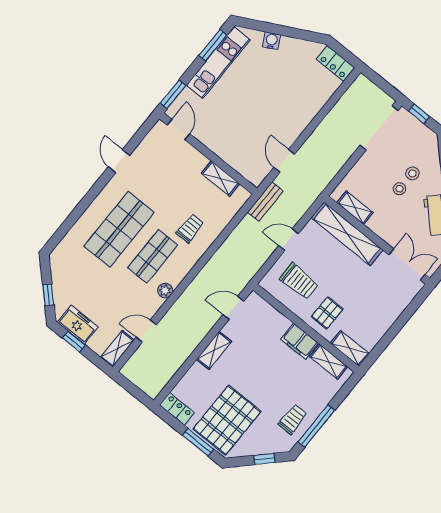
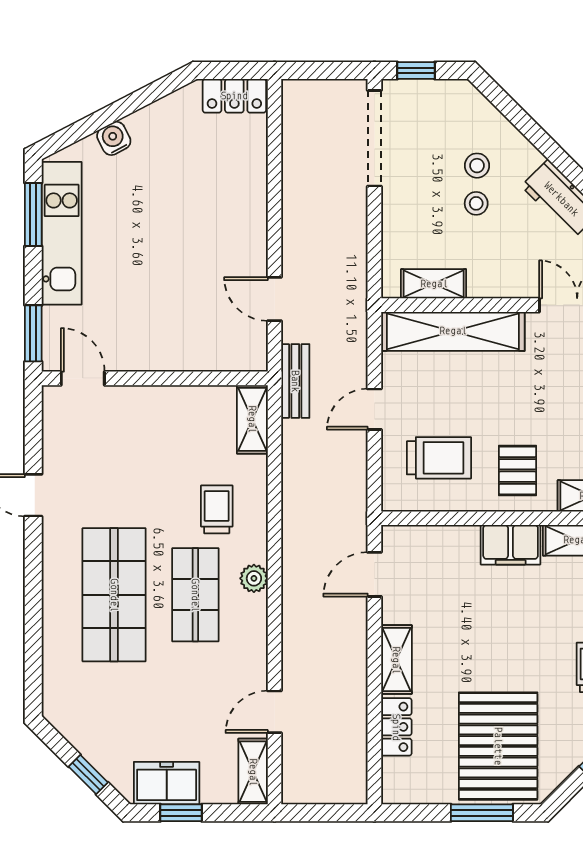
shelving: (220, 179) -> (252, 419), moved, turned 90
plant: (165, 290) -> (254, 578), moved
locker: (177, 409) -> (396, 727), moved, turned 90

